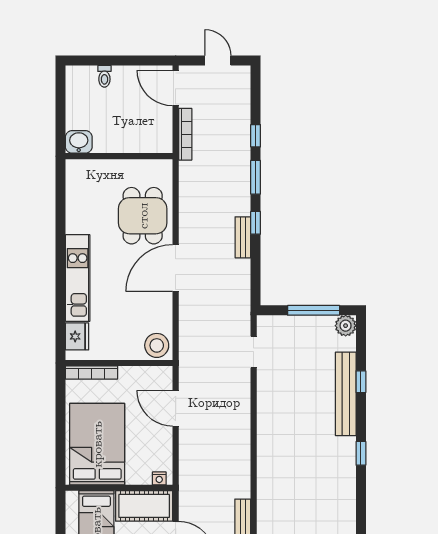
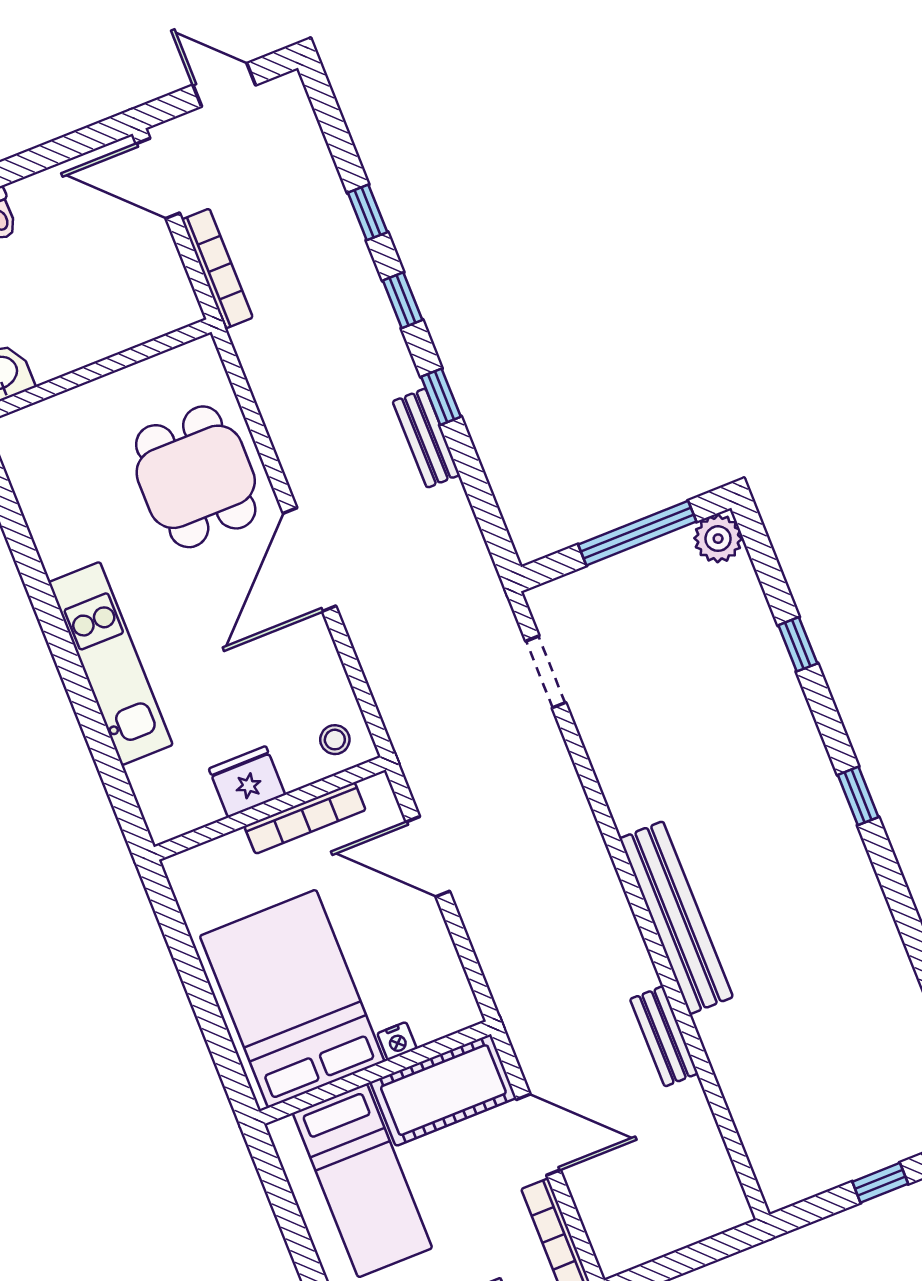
window: (256, 177) -> (403, 300), width x0.67
fridge: (77, 336) -> (247, 782), moved, turned -90
stool: (157, 345) -> (335, 740), width x0.53, depth x0.53
bookcase: (91, 373) -> (305, 818), moved
bench: (346, 394) -> (676, 918), moved
nightstand: (159, 478) -> (397, 1041), moved

